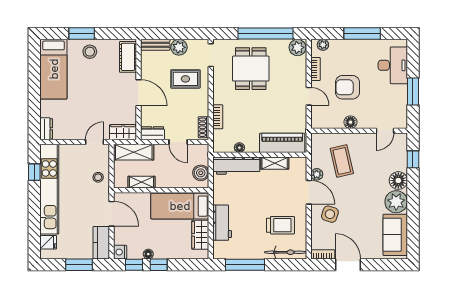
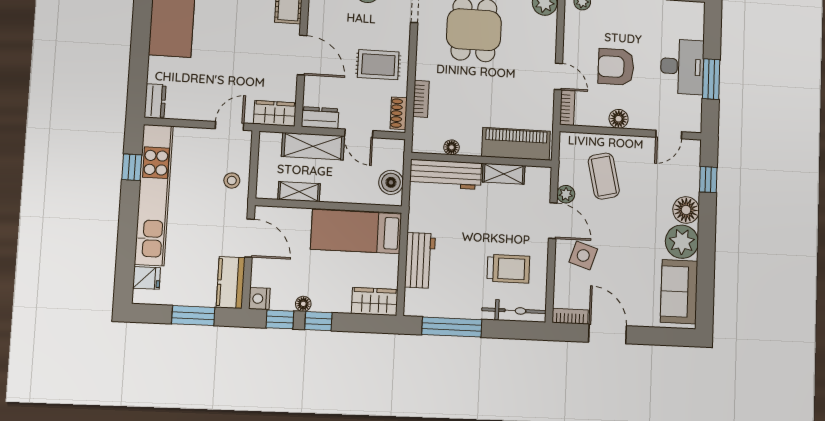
desk: (393, 65) -> (682, 67), moved
bookcase: (316, 69) -> (567, 108), moved
rug: (185, 79) -> (378, 65), moved
shelving: (134, 152) -> (313, 146), moved
wardrobe: (200, 235) -> (375, 302), moved, turned 90

